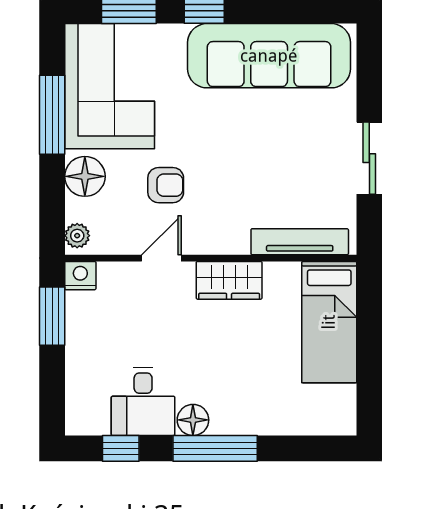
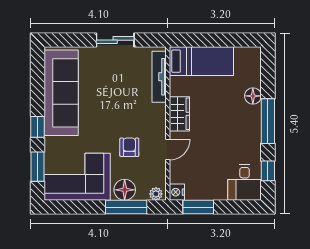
window: (52, 115) -> (126, 207), moved
door: (161, 258) -> (168, 150), swing flipped
desk: (143, 402) -> (245, 182), moved, turned 90
floor lamp: (193, 420) -> (253, 96), moved

